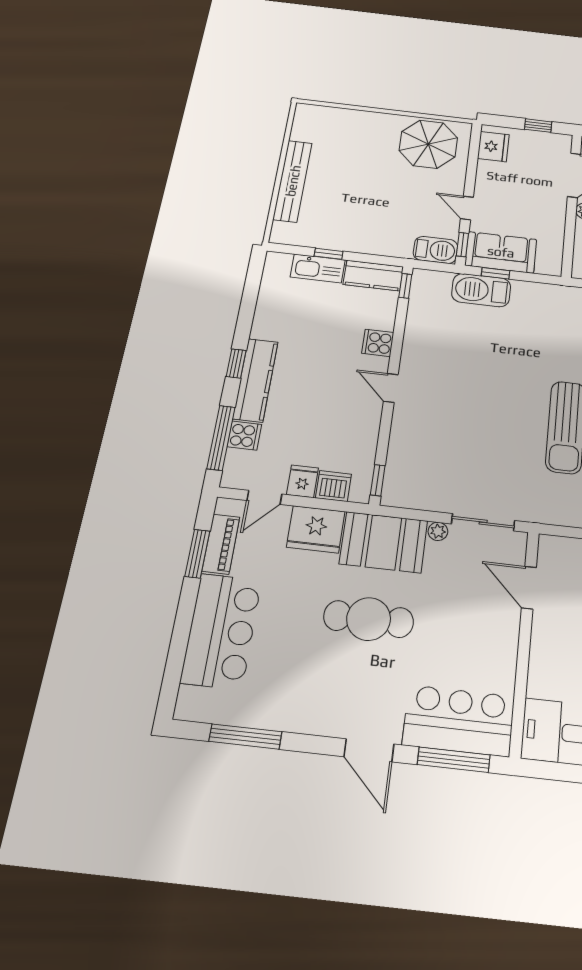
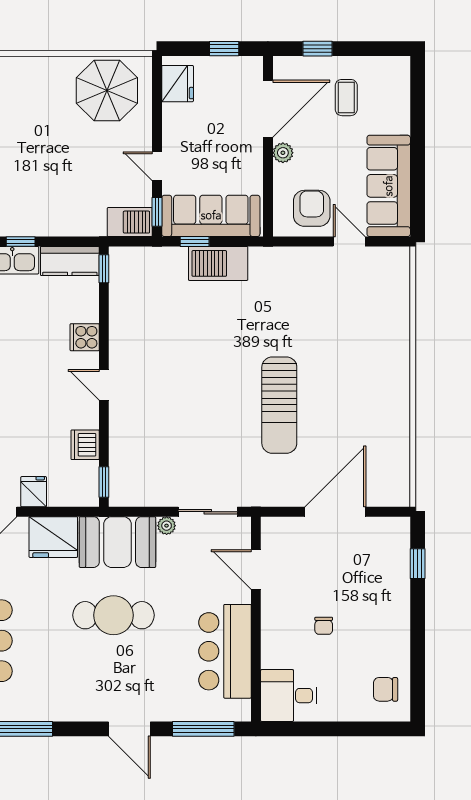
sofa: (501, 252) -> (211, 216), width x1.36
barbecue: (481, 290) -> (218, 263), moved
dishwasher: (333, 486) -> (85, 445), moved, turned -90
bar counter: (459, 721) -> (225, 651), moved, turned -90

